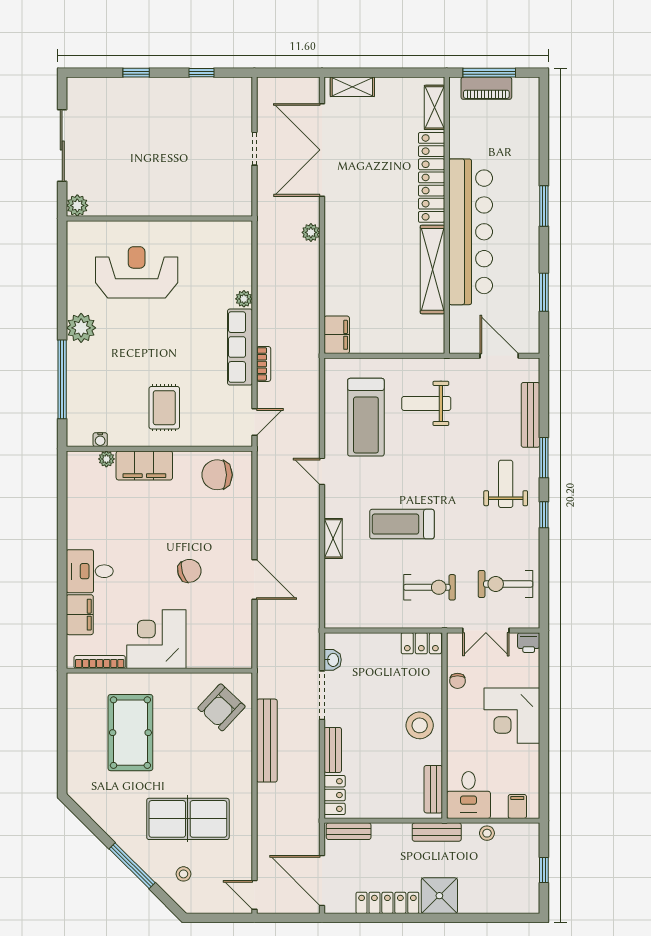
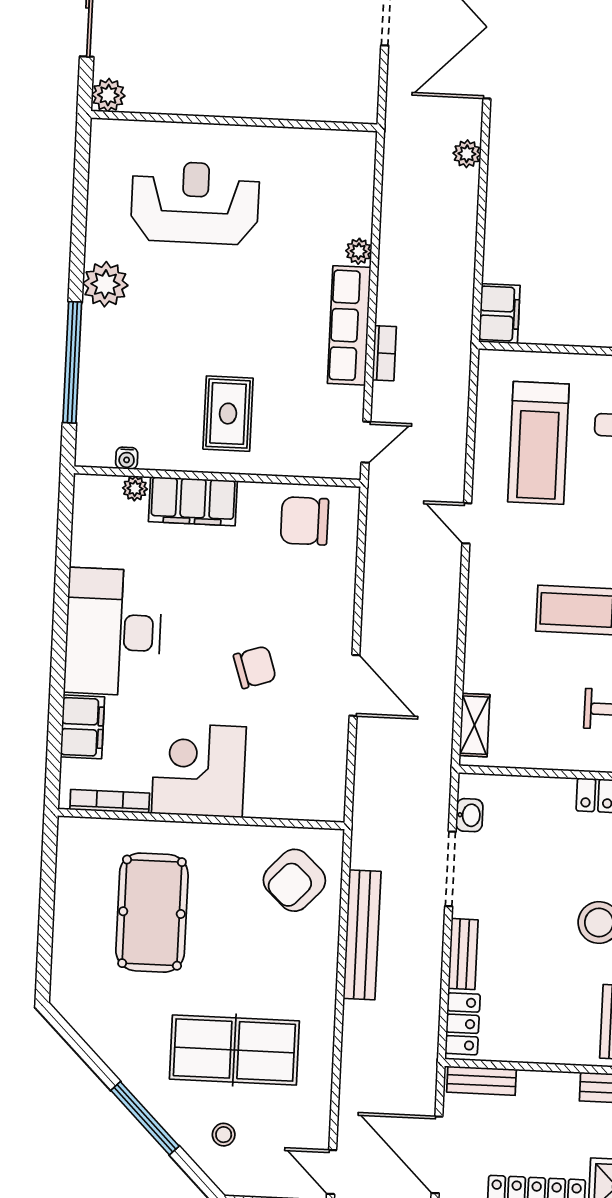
shelving: (333, 538) -> (475, 725), moved
desk: (90, 571) -> (113, 632), width x1.87, depth x1.30

